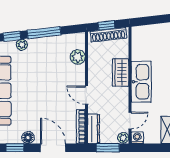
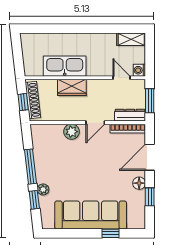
plant: (78, 57) -> (71, 132), moved
kitchen sink: (141, 82) -> (65, 66), moved
plant: (123, 138) -> (139, 85), removed

